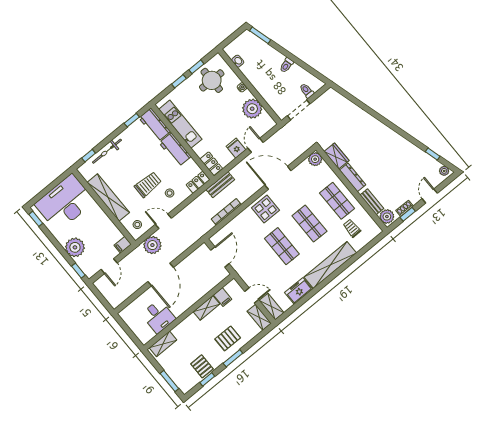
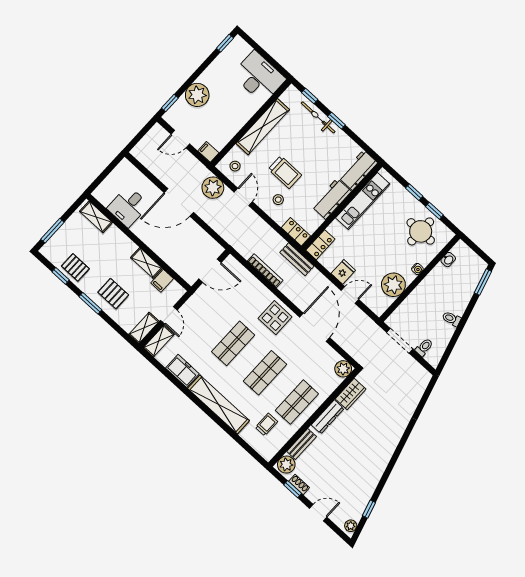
window: (132, 120) -> (336, 121), moved
desk: (65, 203) -> (259, 77), width x0.73, depth x0.77
pallet: (202, 366) -> (75, 267), turned 90

